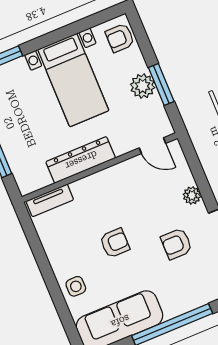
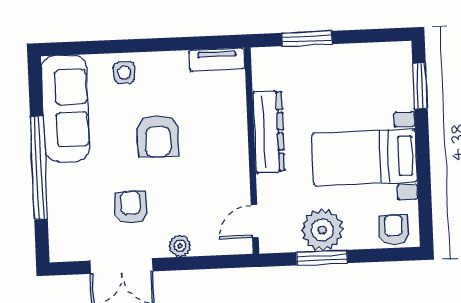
plant: (143, 86) -> (322, 230), width x1.36, depth x1.36
tv unit: (50, 200) -> (217, 60), moved, turned -90
armchair: (115, 243) -> (158, 136), width x1.38, depth x1.38

